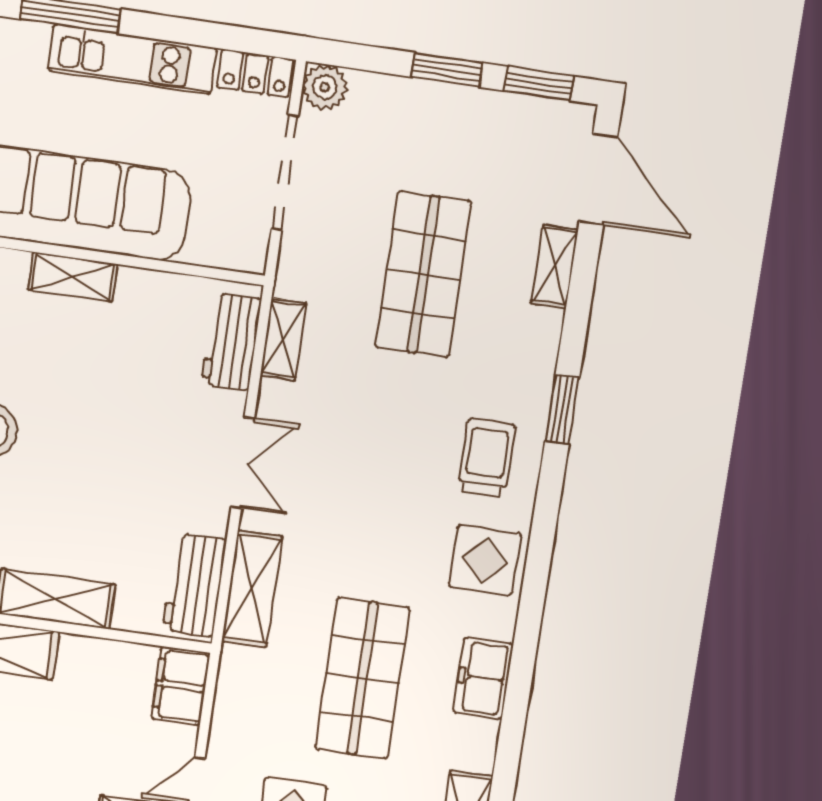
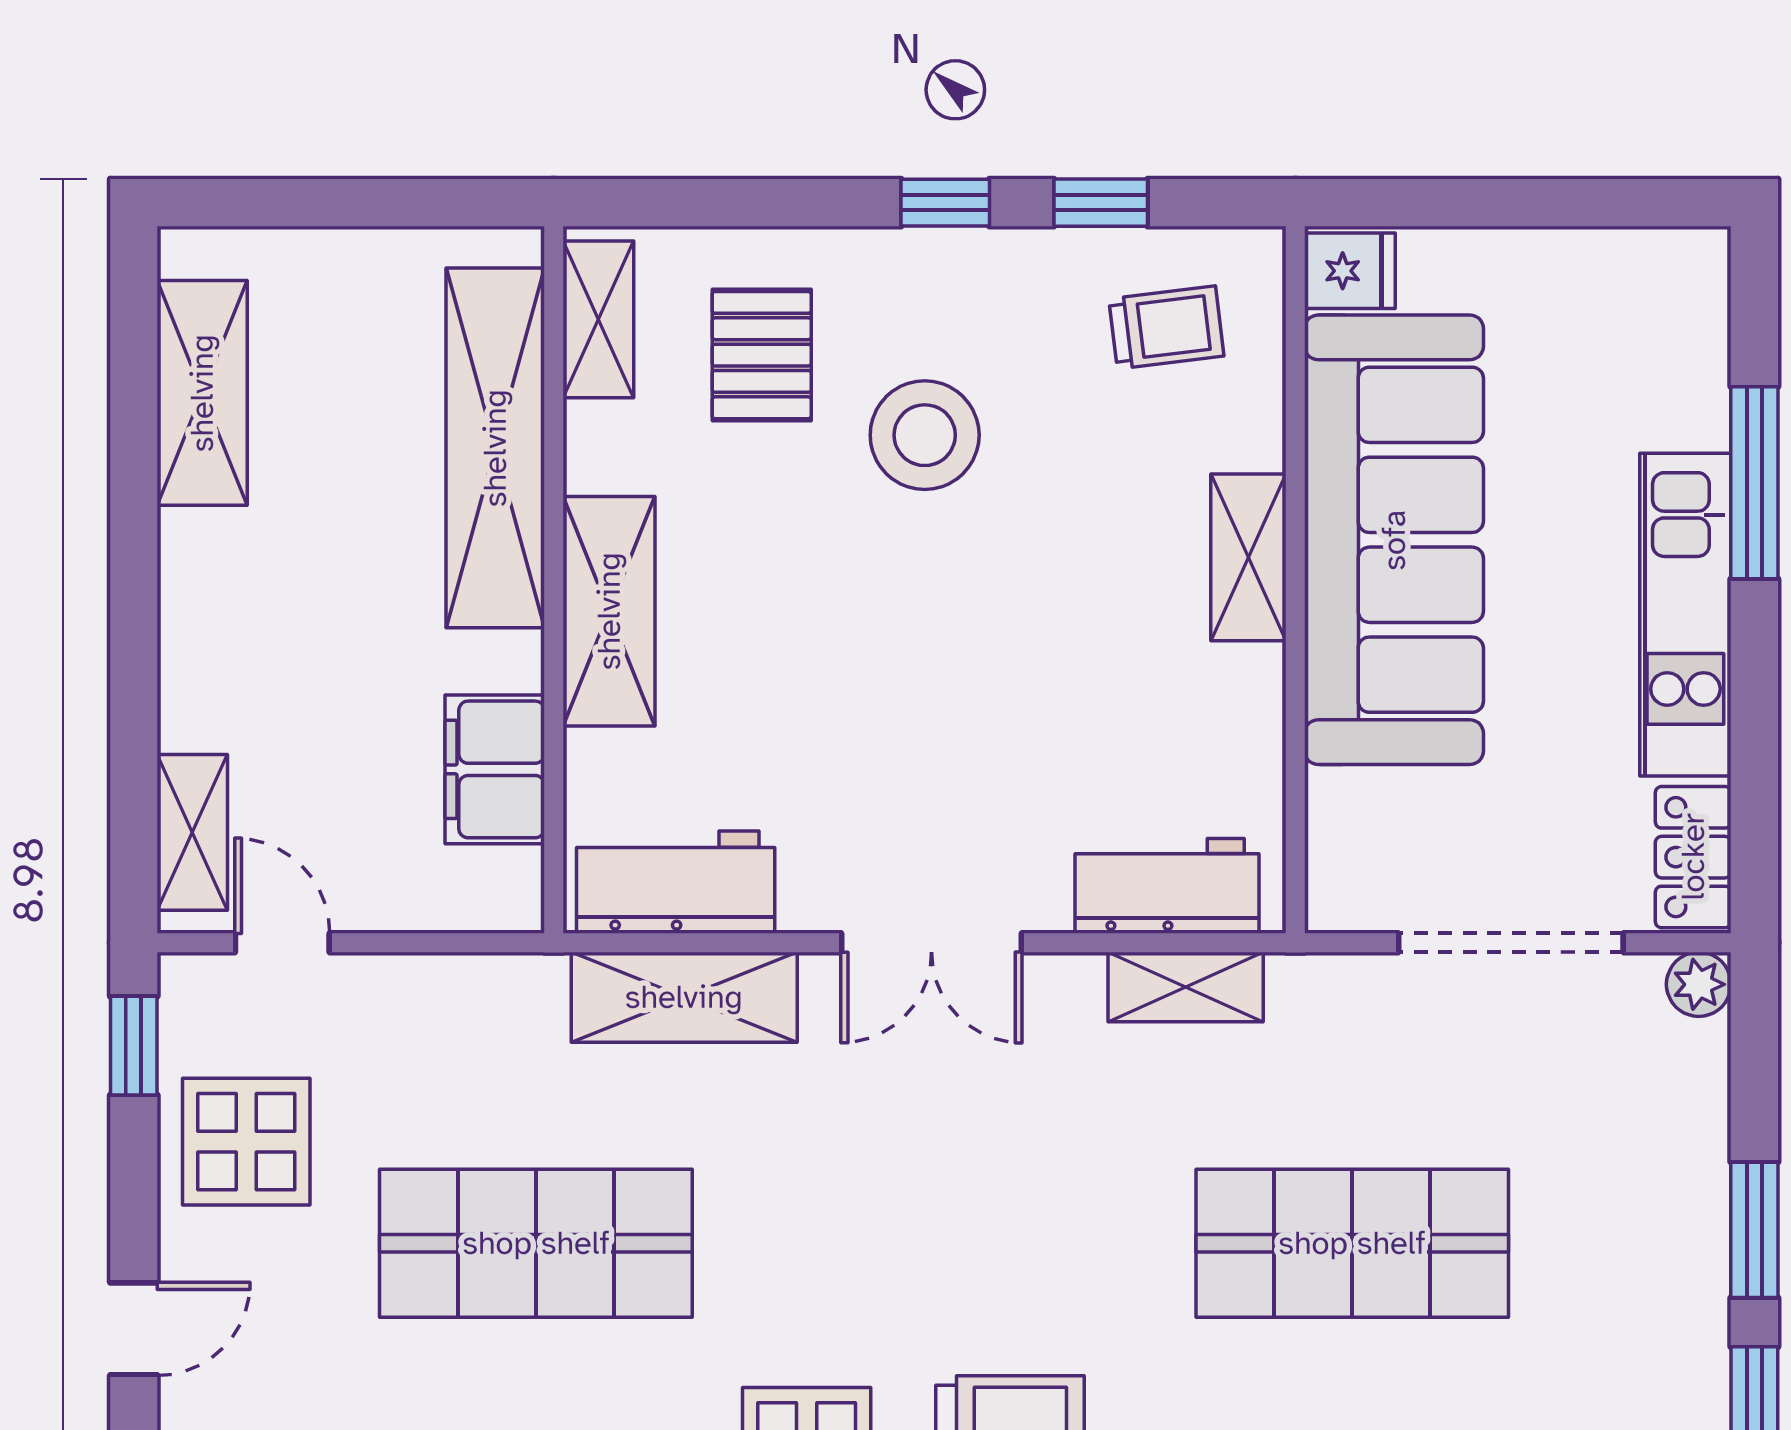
plant: (325, 87) -> (1699, 984), width x0.73, depth x0.73
filing cabinet: (181, 686) -> (495, 769), moved, turned -90

